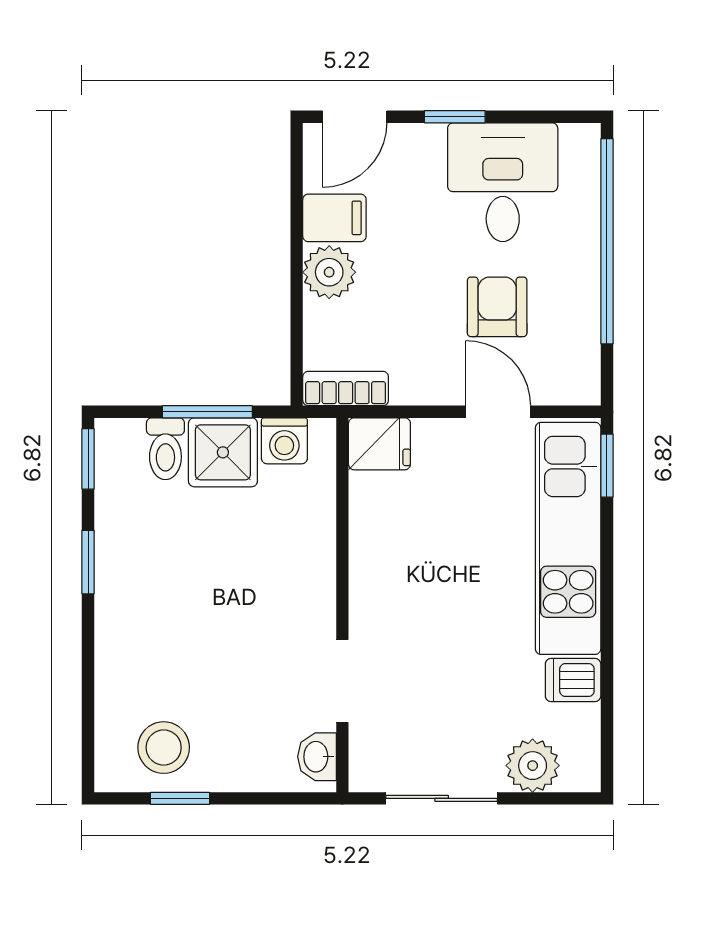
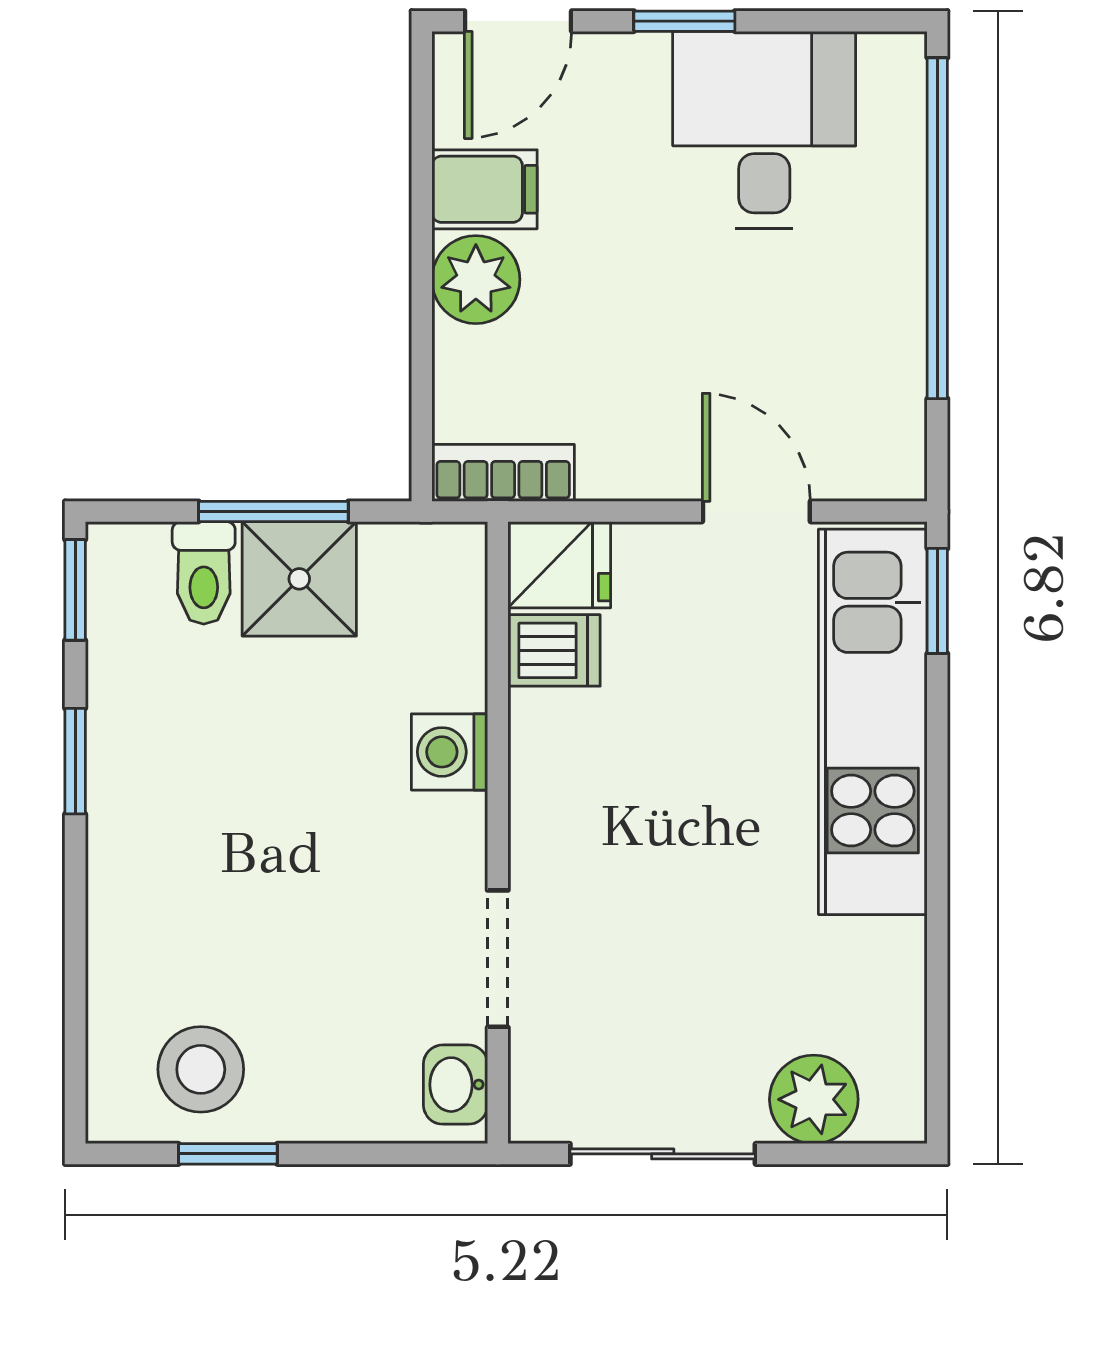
armchair: (497, 307) -> (755, 337), removed
washing machine: (284, 441) -> (449, 752), moved, turned 90
dishwasher: (573, 680) -> (554, 650), moved, turned 180

